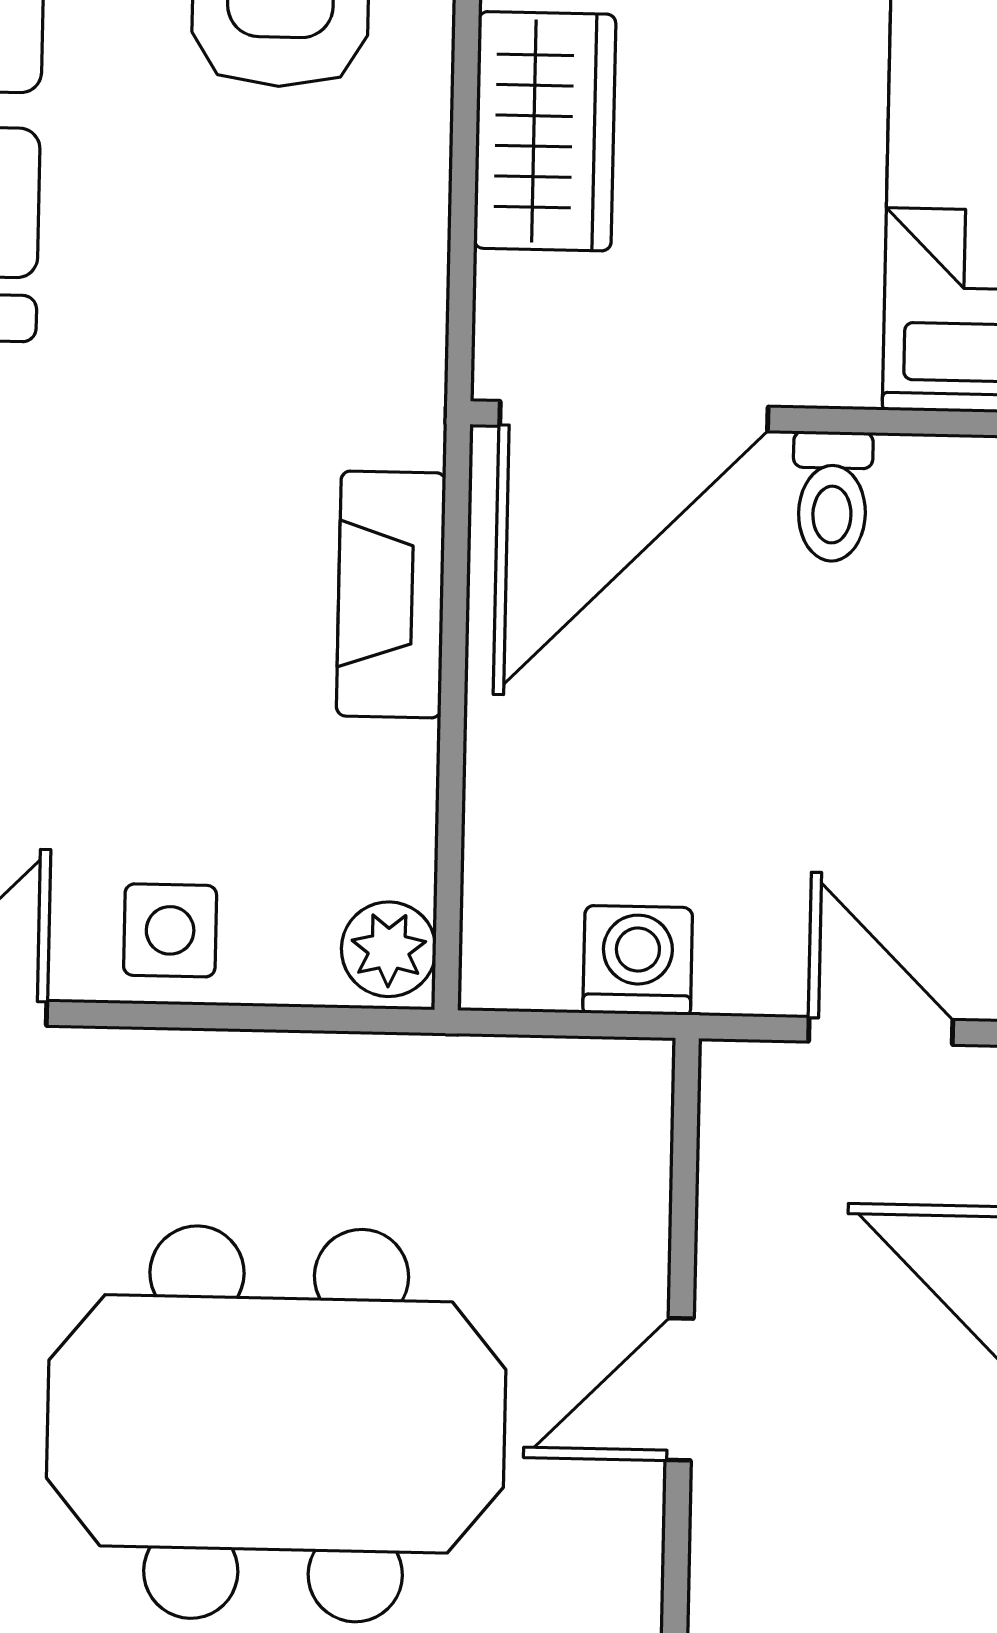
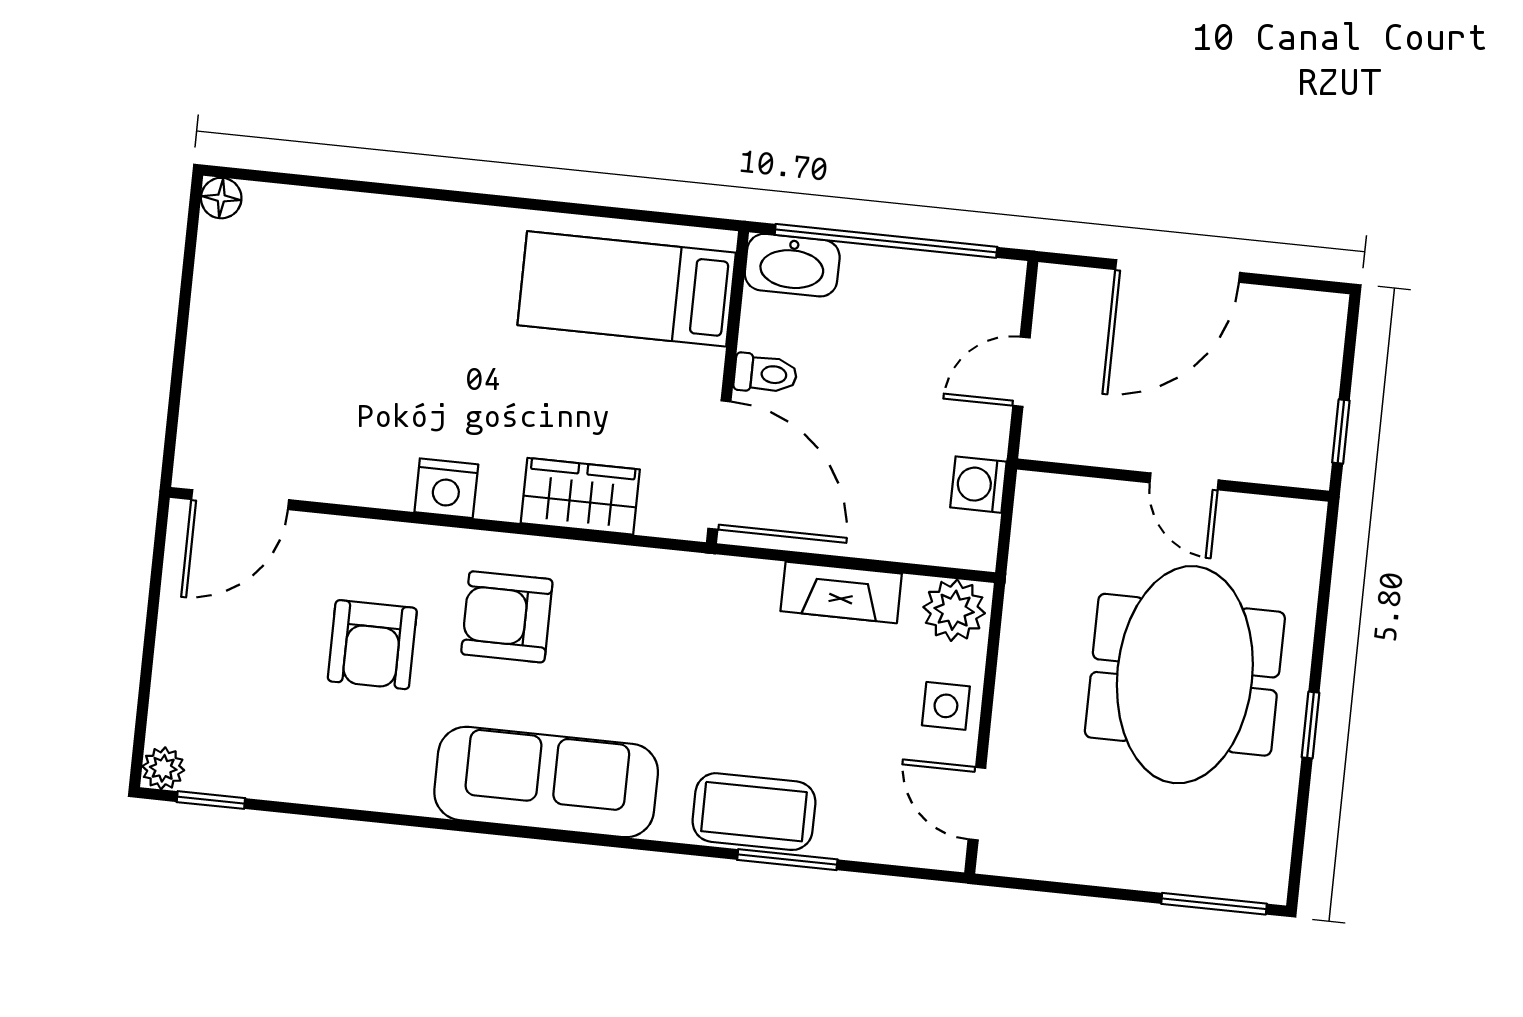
fireplace: (391, 594) -> (841, 592), moved
plant: (389, 949) -> (954, 610), width x1.38, depth x1.38

